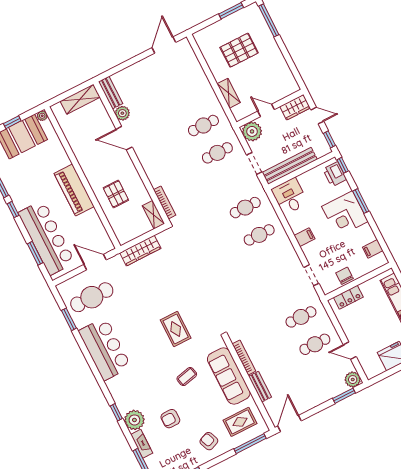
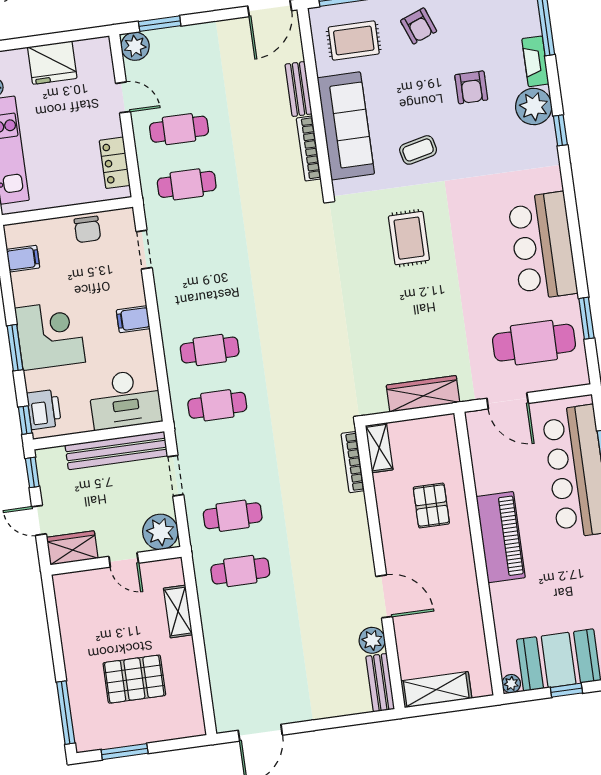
desk: (290, 196) -> (125, 399), width x1.37
locker: (348, 297) -> (115, 163), moved, turned -90
armchair: (170, 419) -> (471, 87), turned 90

